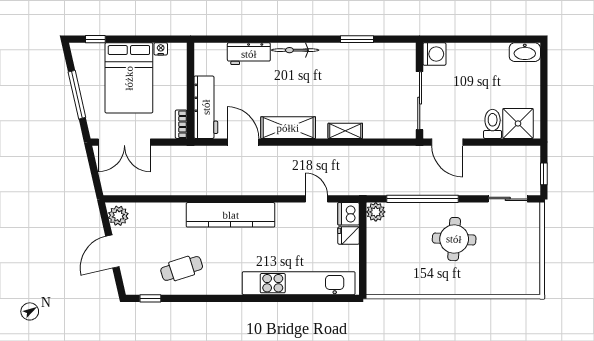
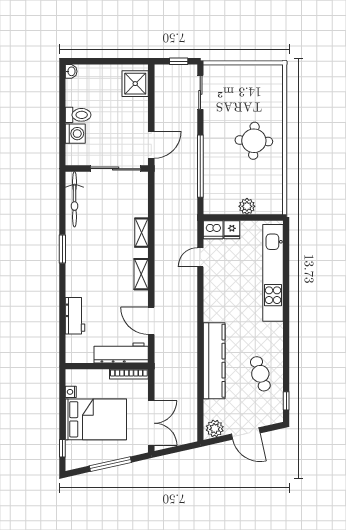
window: (357, 39) -> (62, 249), moved
bicycle: (295, 50) -> (75, 199), moved, width x1.37, depth x1.40
washbasin: (525, 52) -> (71, 71), width x0.52, depth x0.69
washing machine: (434, 54) -> (75, 134), moved, turned 90
bookcase: (181, 124) -> (129, 374), width x1.56
toilet: (493, 124) -> (78, 115), moved, turned 180
shelving: (288, 128) -> (141, 274), width x0.67, depth x0.75
door: (243, 142) -> (151, 321), hinge flipped
plant: (376, 212) -> (247, 206), moved
kitchen counter: (231, 215) -> (214, 361), moved
round table: (454, 239) -> (254, 141), moved

